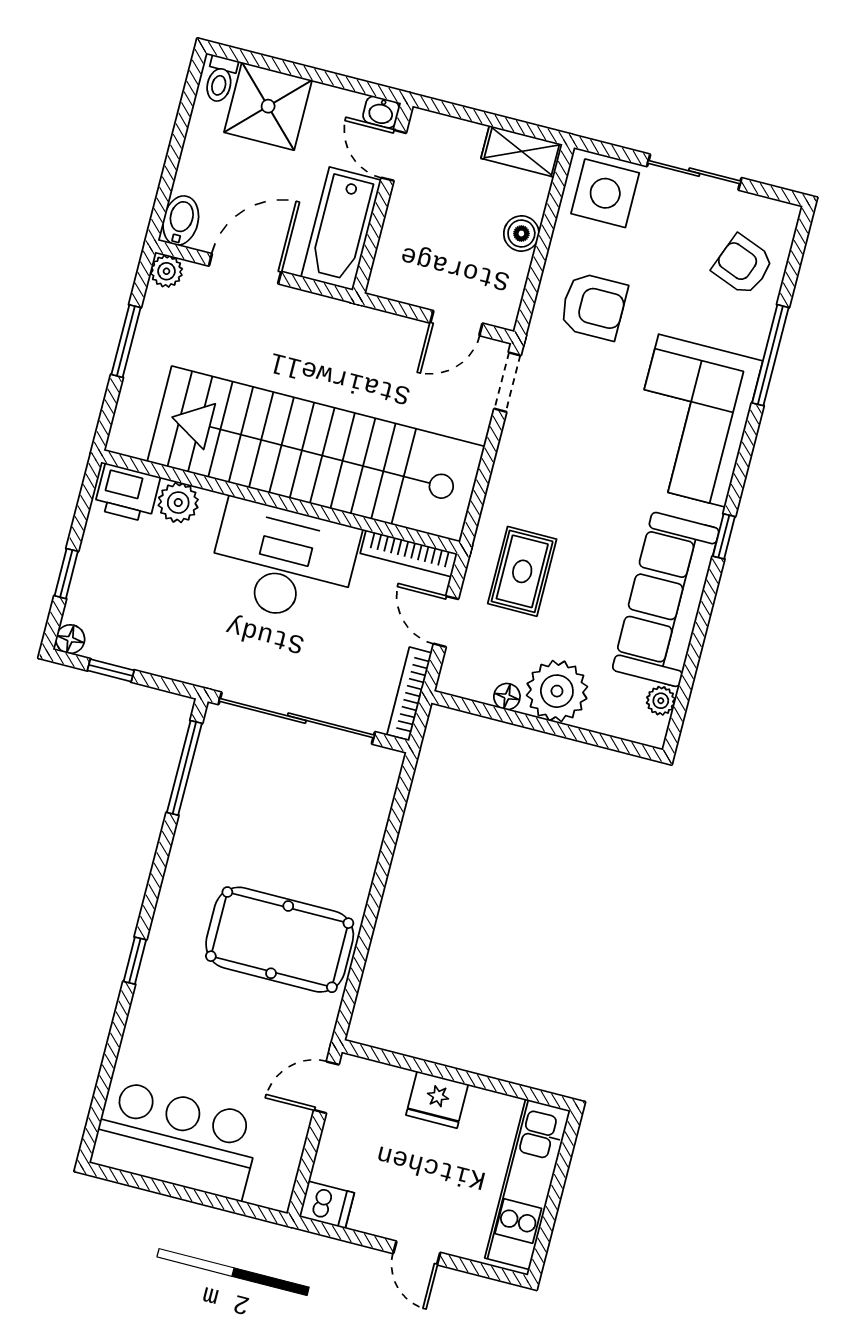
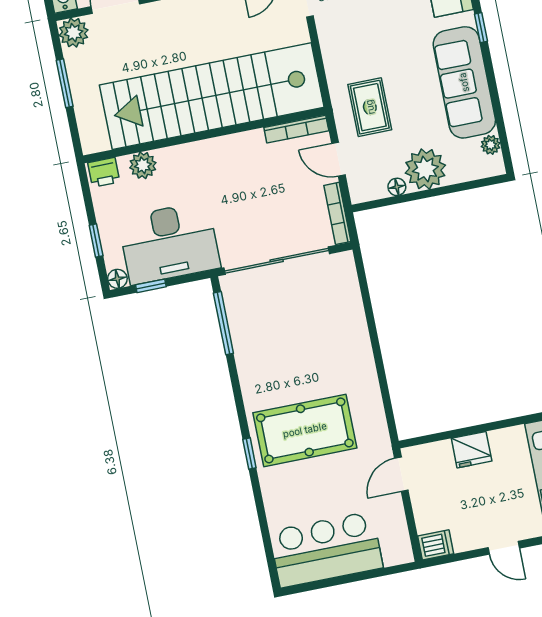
plant: (166, 271) -> (74, 33), width x1.38, depth x1.38
printer: (127, 493) -> (104, 172), width x0.73, depth x0.81
desk: (283, 562) -> (169, 243), moved, turned 180
pool table: (280, 940) -> (305, 430), moved

